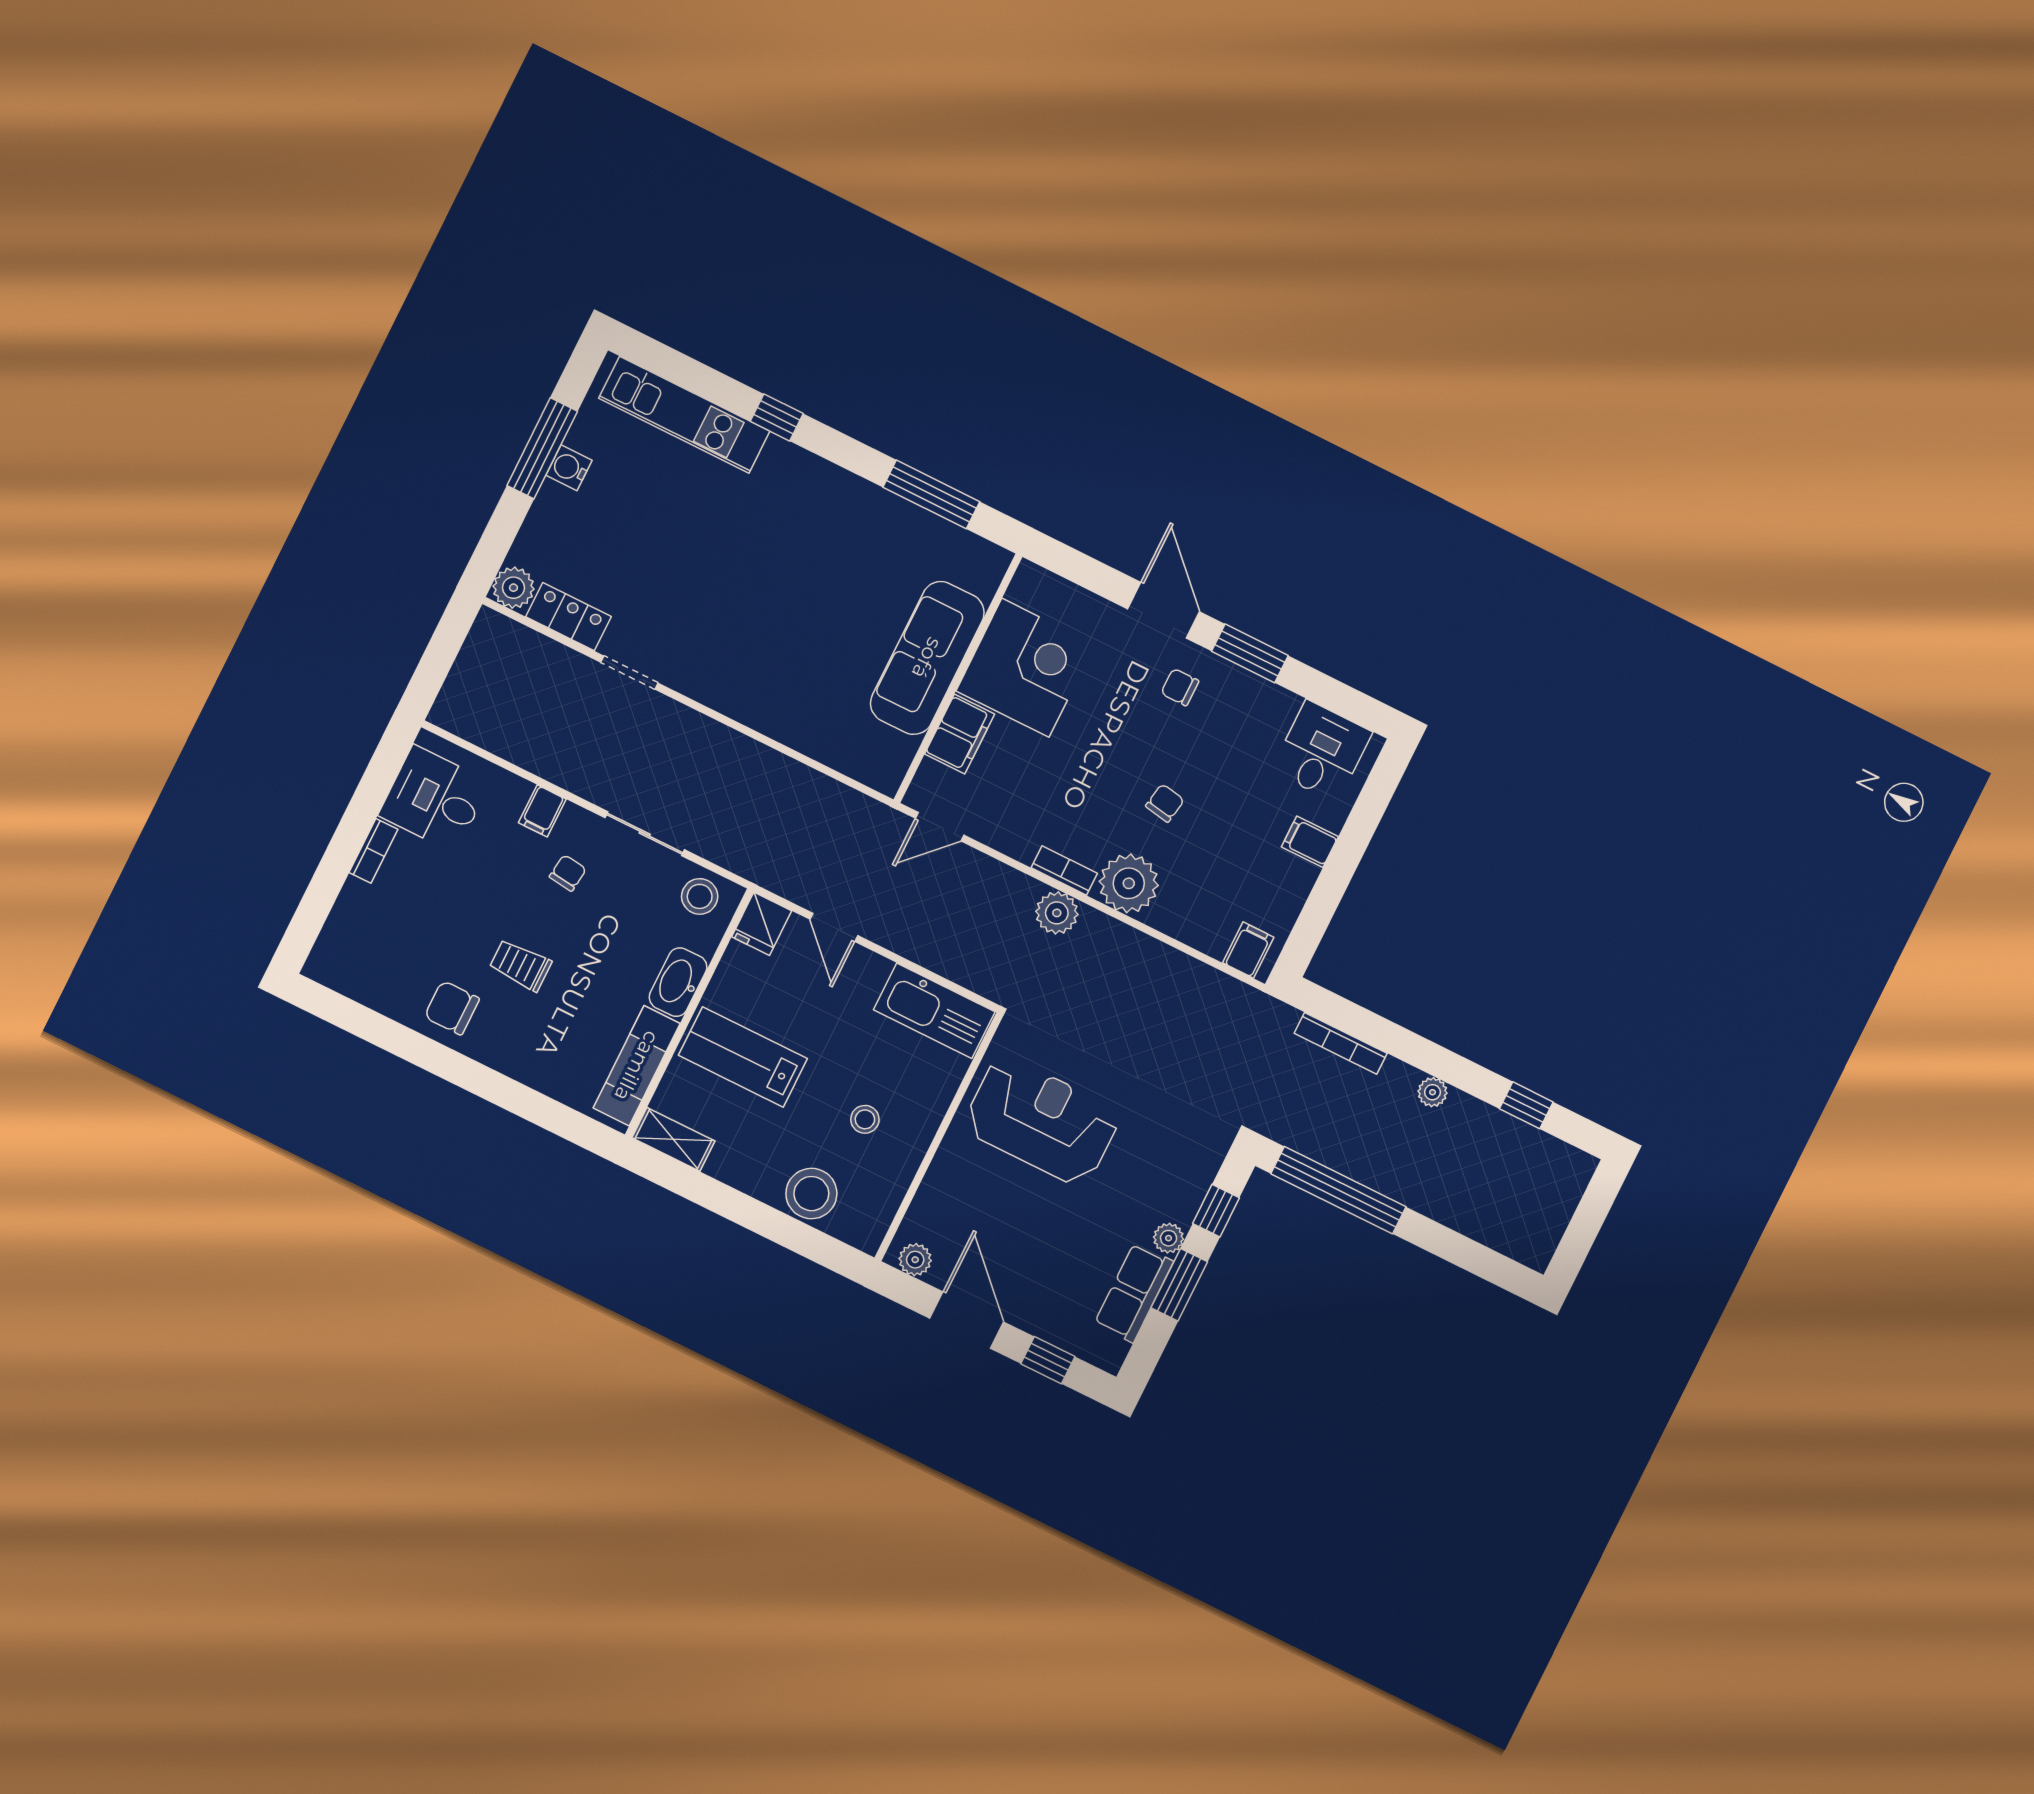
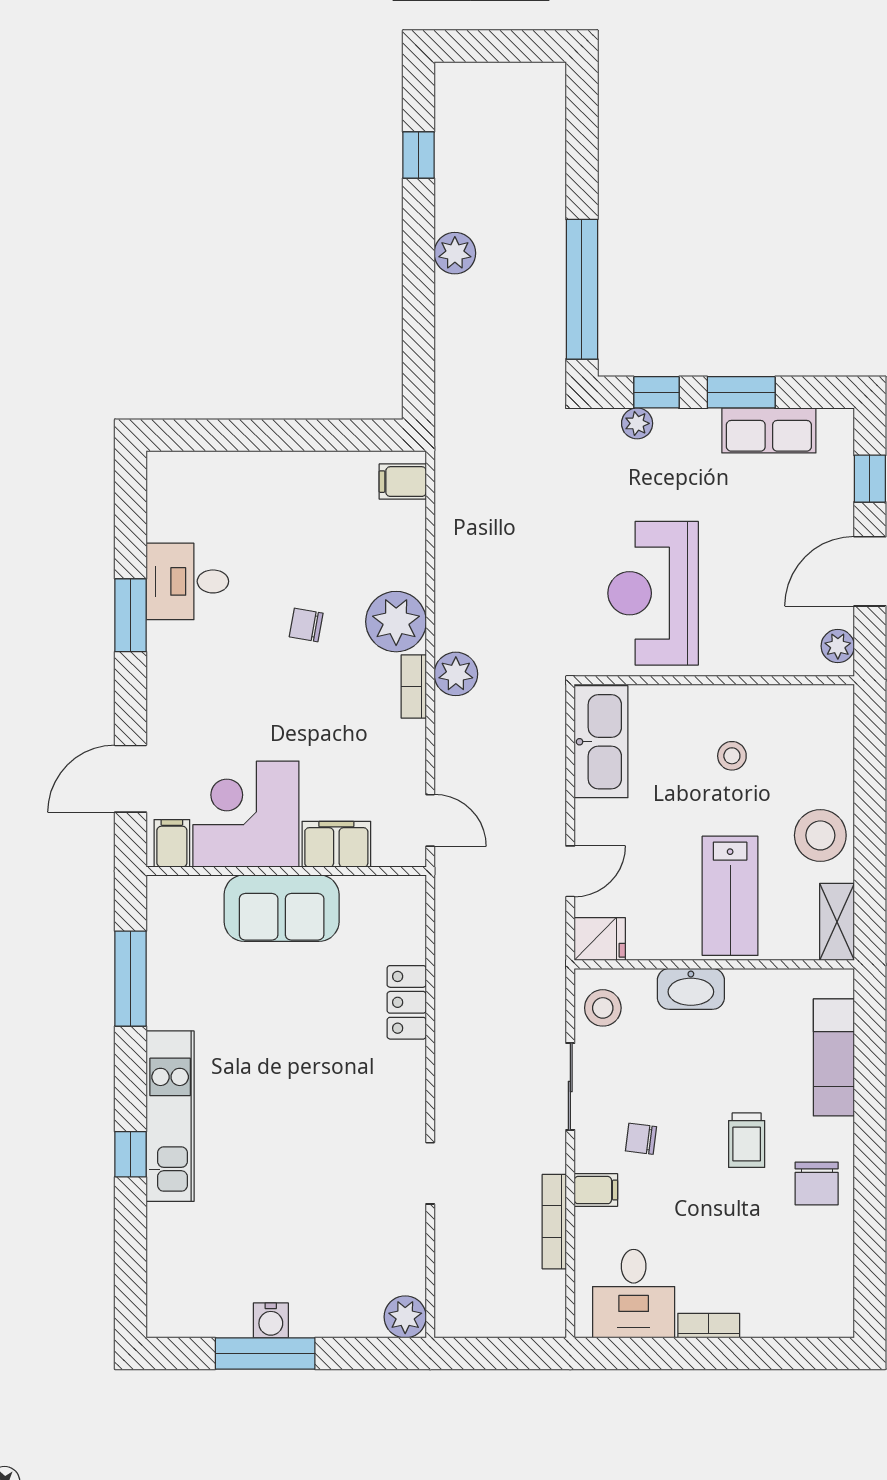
kitchen unit: (684, 415) -> (170, 1116), moved
door: (1164, 610) -> (131, 779), moved
locker: (568, 617) -> (407, 1002), moved
sofa: (927, 658) -> (282, 908), width x0.73
chair: (1180, 687) -> (193, 664), removed
desk: (1322, 751) -> (187, 581), moved
filing cabinet: (1310, 842) -> (172, 843), moved, turned 180
bookcase: (1341, 1043) -> (554, 1222), moved, turned 180
exam couch: (637, 1066) -> (834, 1057), moved, turned 90
plant: (1432, 1092) -> (455, 253), width x1.38, depth x1.38
stool: (811, 1194) -> (820, 835), moved
plant: (1169, 1238) -> (637, 423), moved

